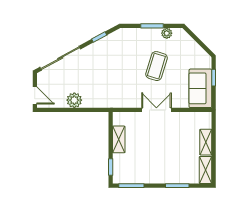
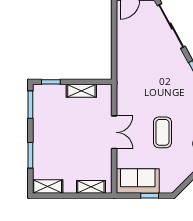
coffee table: (156, 66) -> (162, 132), turned 73
plant: (74, 100) -> (125, 42), removed
shelving: (206, 142) -> (91, 187), moved

